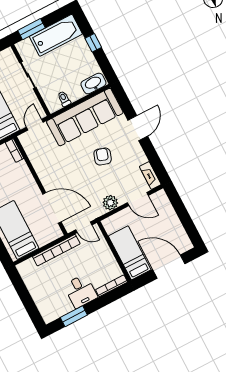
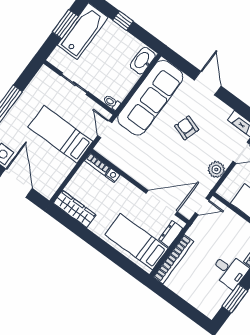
window: (31, 29) -> (65, 24), moved
toilet: (64, 99) -> (112, 102), moved
nightstand: (23, 166) -> (113, 176), added
dresser: (47, 237) -> (171, 234), added
bookcase: (56, 250) -> (173, 259), moved

